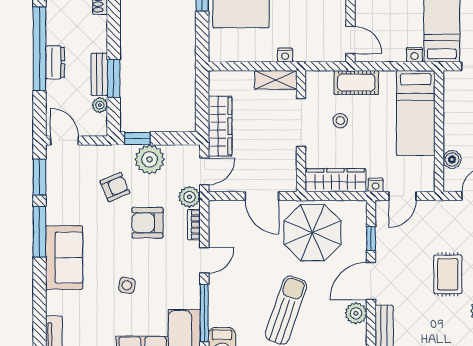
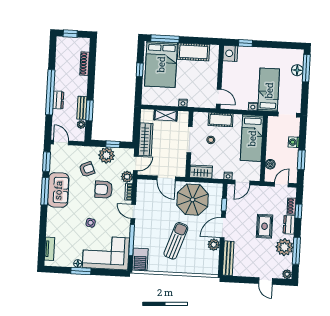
shelving: (276, 80) -> (166, 115), moved
window: (137, 138) -> (113, 144), moved
wardrobe: (335, 180) -> (201, 172), width x0.67
sofa: (64, 258) -> (58, 190), moved
door: (204, 260) -> (133, 211), swing flipped

